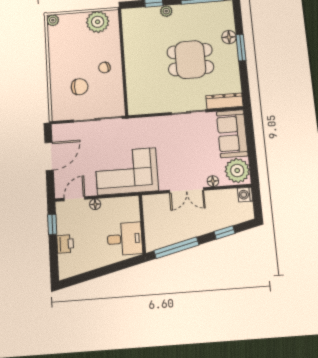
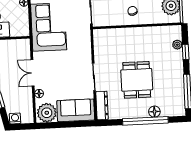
plant: (166, 11) -> (177, 45), moved
window: (241, 48) -> (145, 121), width x2.11
washing machine: (245, 195) -> (15, 118), moved

